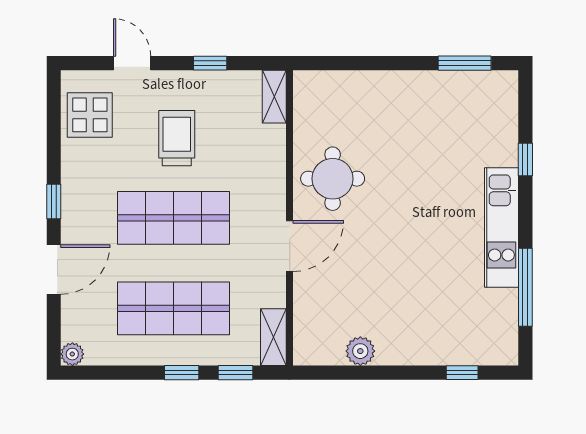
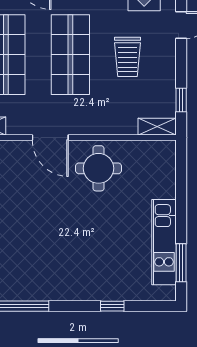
window: (210, 63) -> (181, 100), moved
trolley: (177, 138) -> (128, 57), turned 90
kitchen unit: (501, 227) -> (164, 242), moved, turned -90

